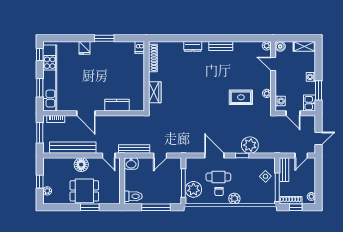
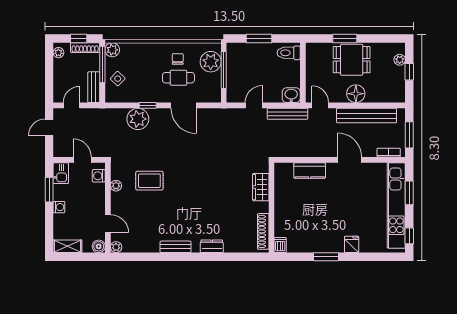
plant: (234, 199) -> (112, 50), moved
window: (156, 207) -> (259, 39), width x0.69

